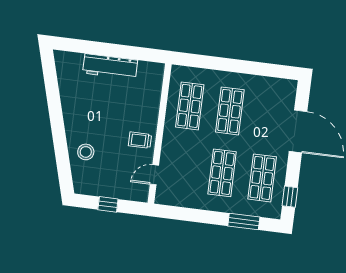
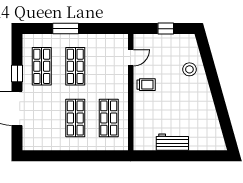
workbench: (110, 67) -> (172, 142), width x0.73
window: (290, 197) -> (17, 74), moved
window: (244, 222) -> (66, 29), moved

